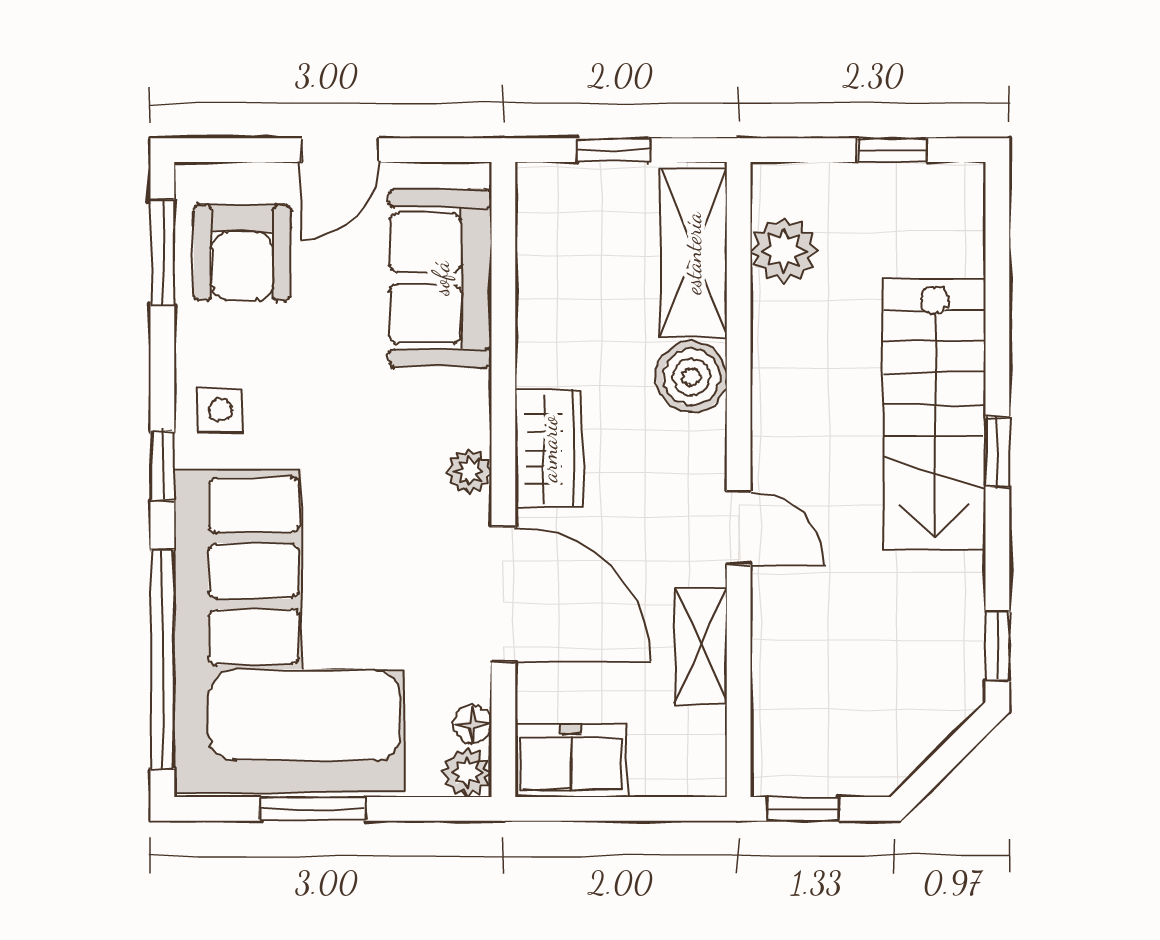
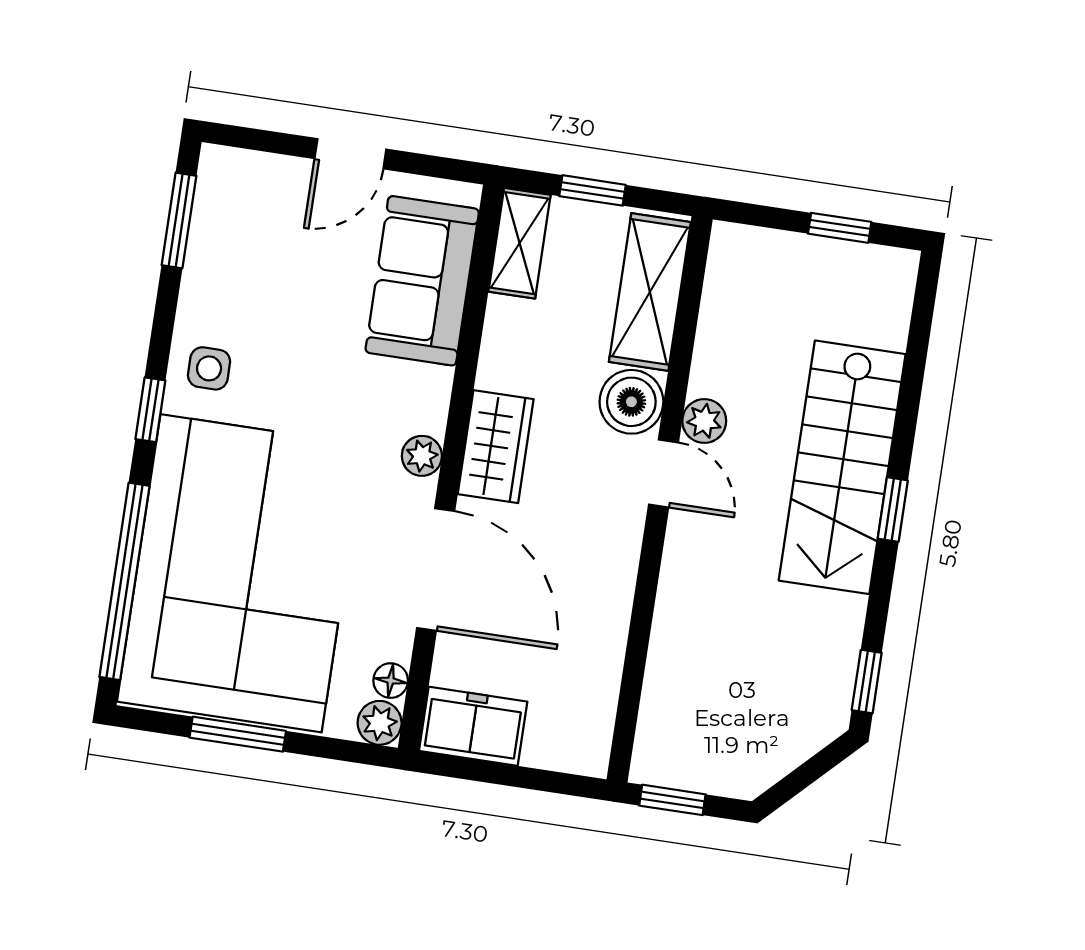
plant: (784, 251) -> (704, 421), moved, width x0.73, depth x0.73
armchair: (242, 253) -> (249, 232), removed
door: (739, 528) -> (664, 473), moved
shelving: (701, 646) -> (520, 243), moved

